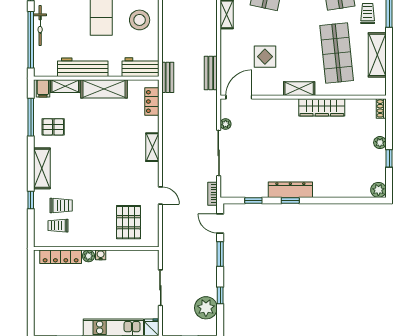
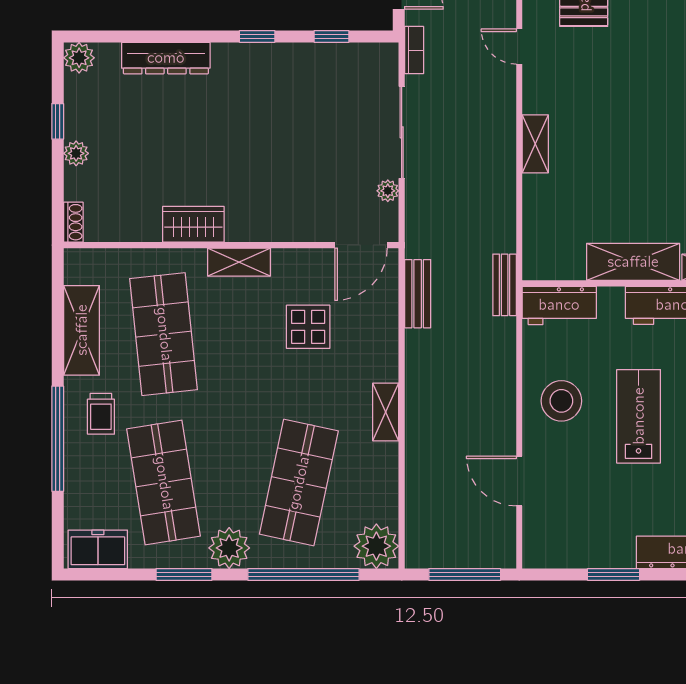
locker: (152, 102) -> (536, 236), removed
wardrobe: (322, 107) -> (193, 224), width x0.67
dresser: (290, 190) -> (166, 58), moved

